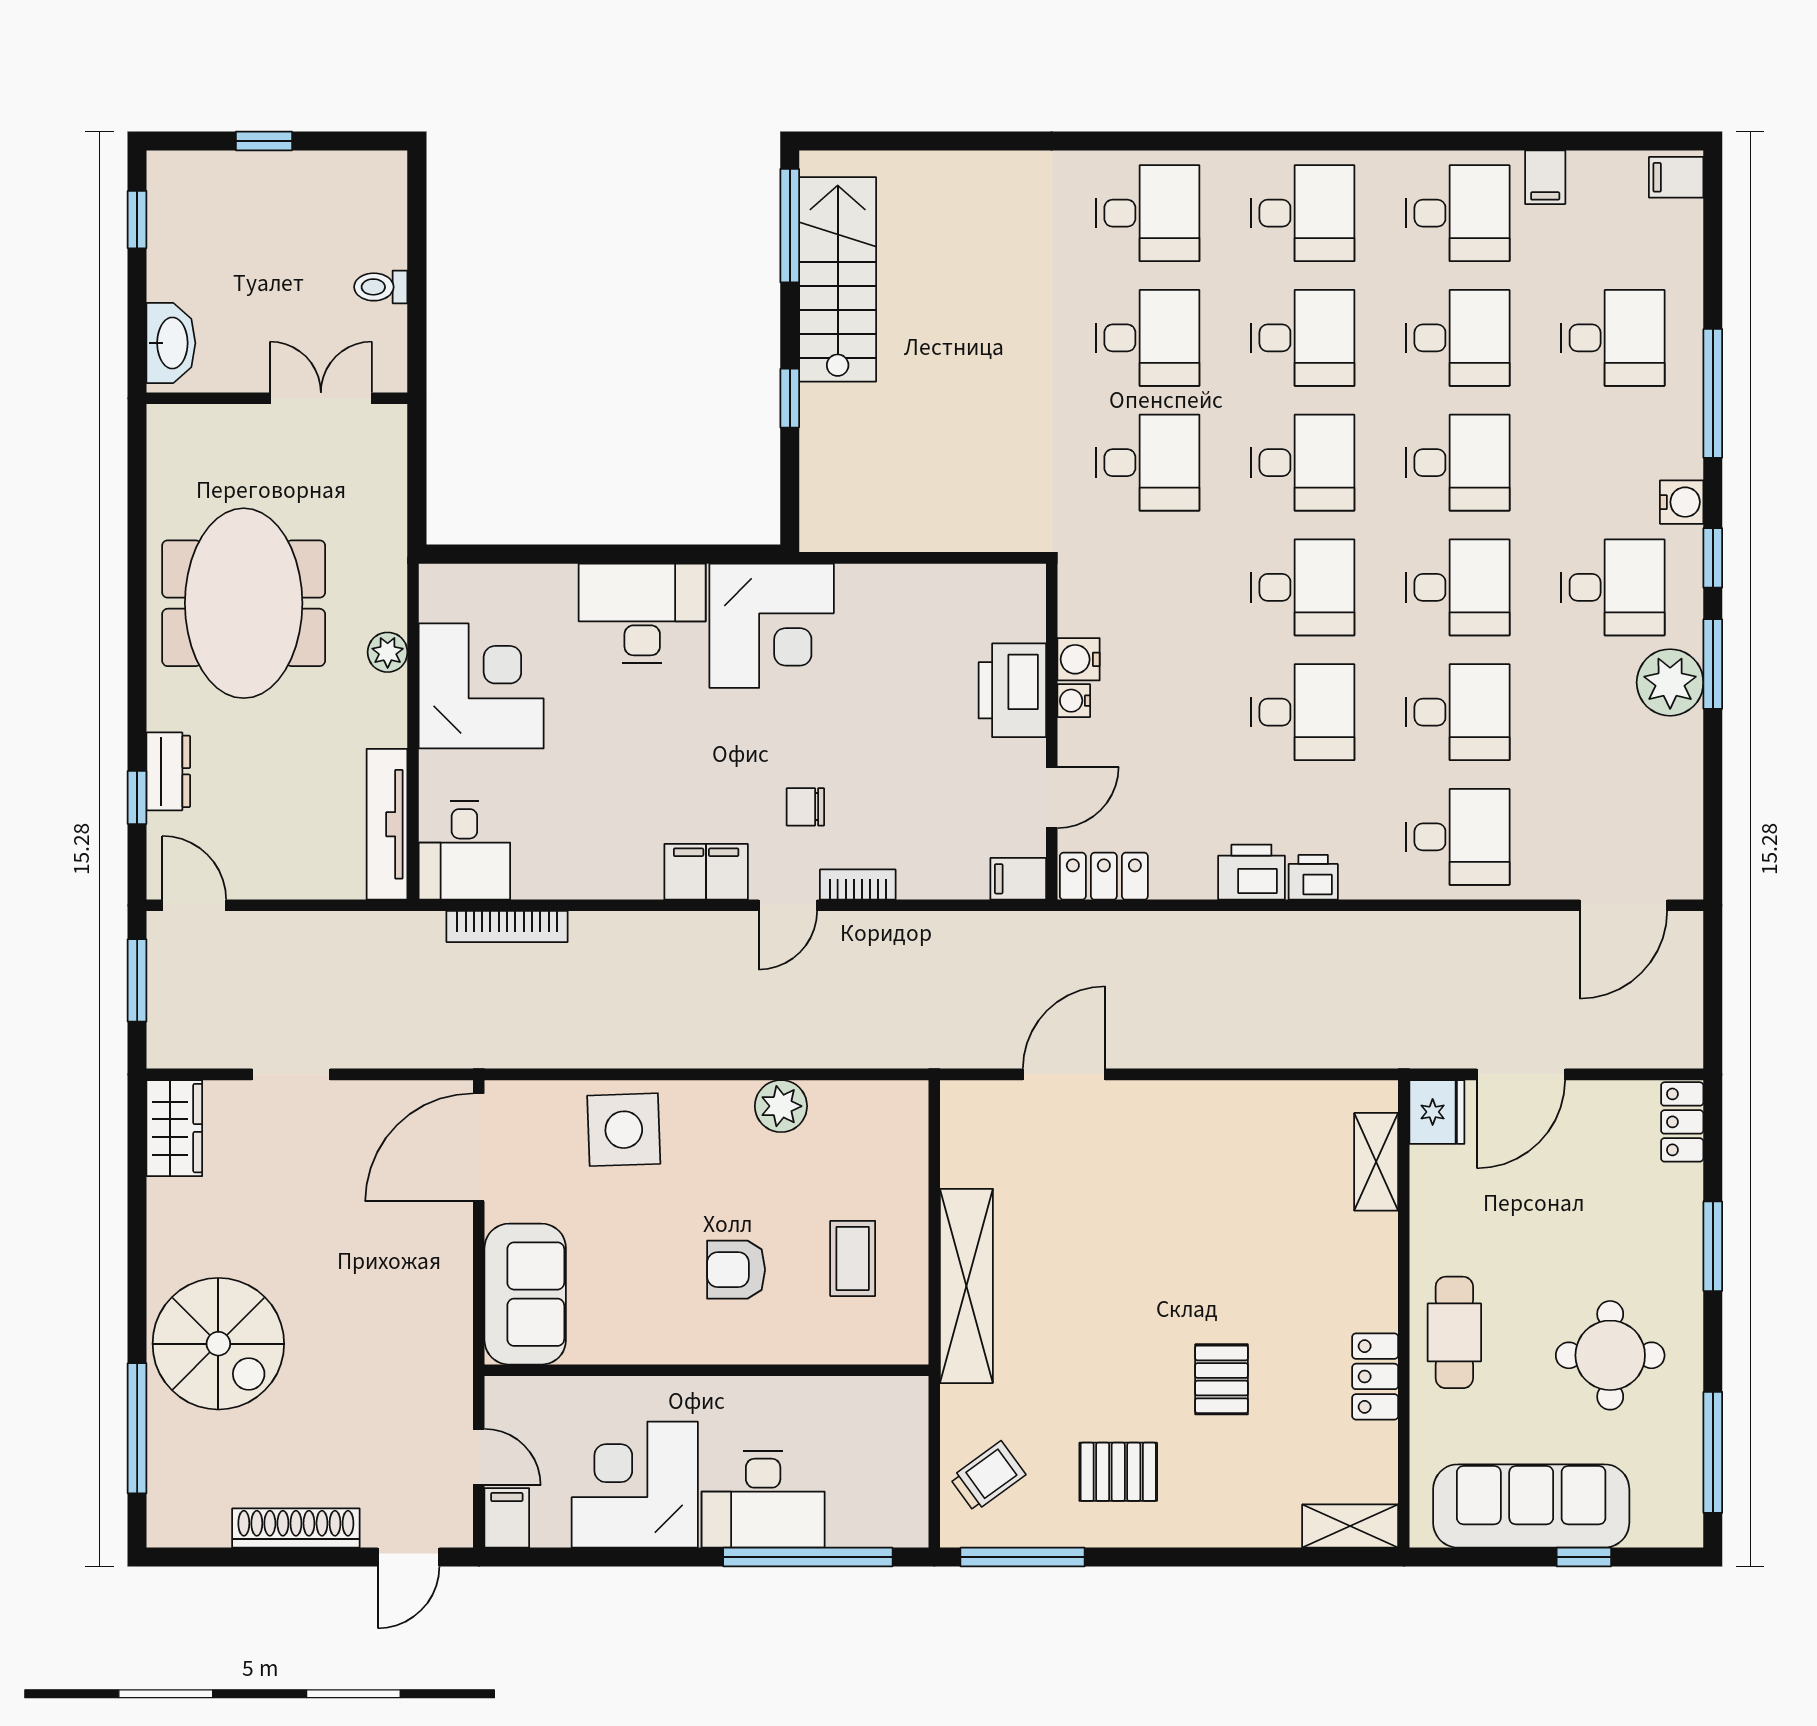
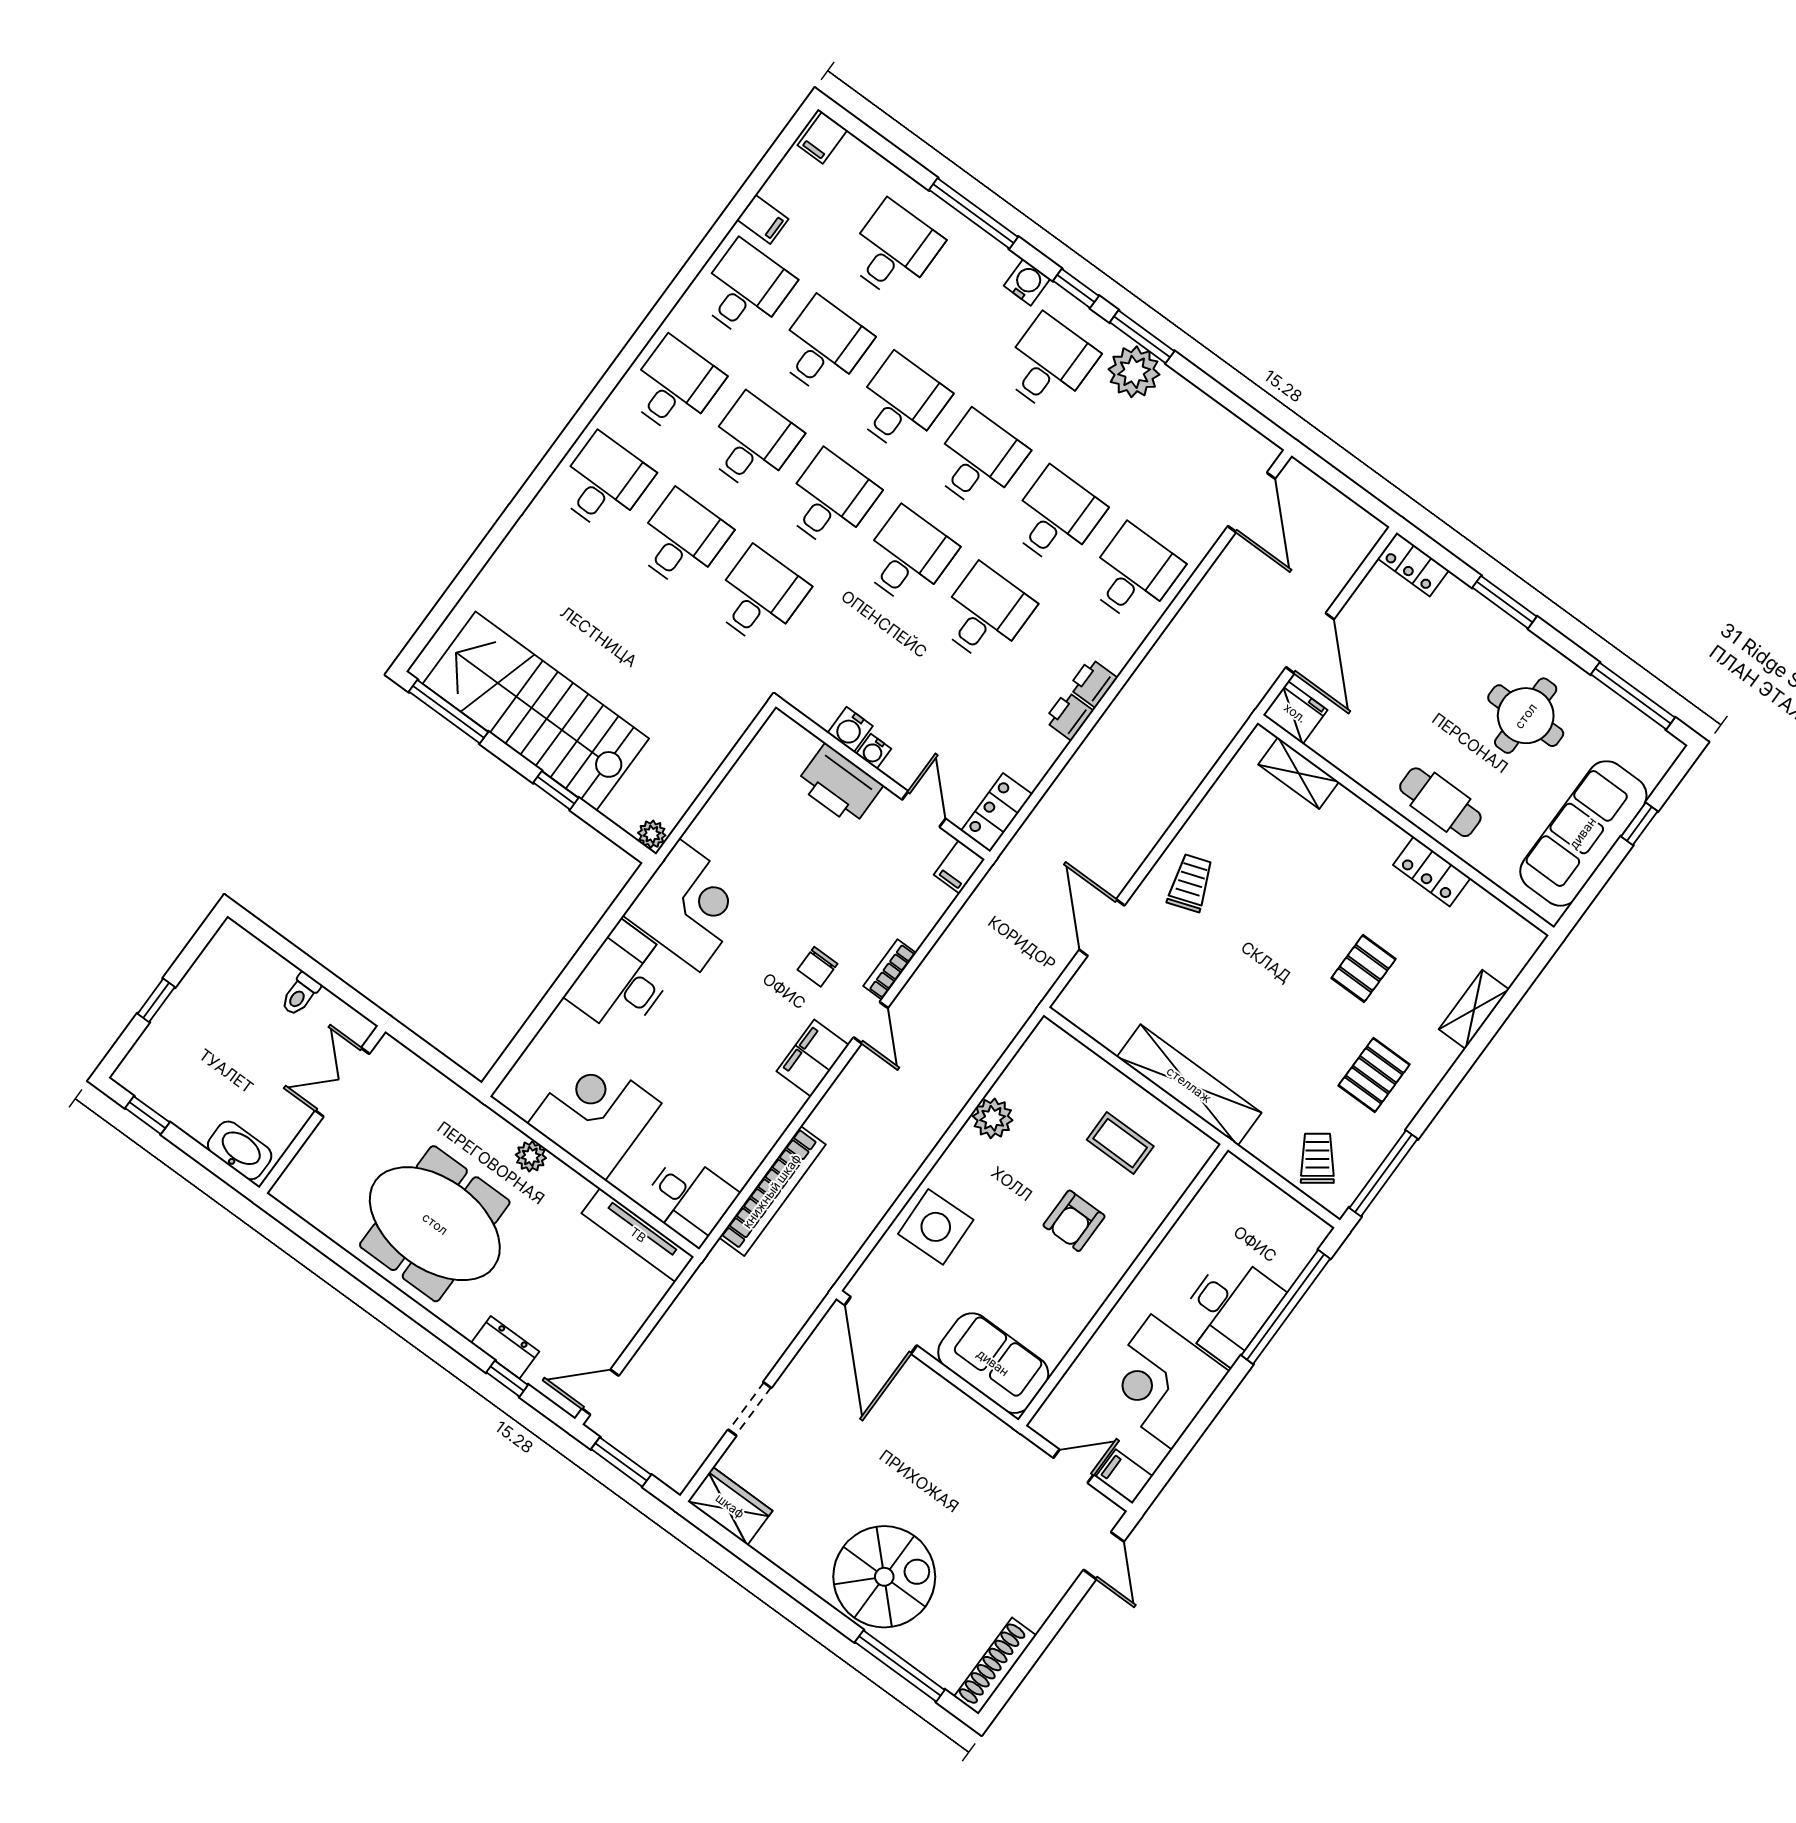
stairs: (838, 279) -> (536, 711), width x1.36, depth x1.51
plant: (817, 532) -> (652, 834), added
printer: (1251, 872) -> (1069, 716), width x0.73, depth x0.81
bookcase: (507, 926) -> (772, 1191), width x1.48, depth x1.31
trolley: (1179, 1133) -> (1190, 883), added
pallet: (1222, 1379) -> (1364, 968), turned 90
shelving: (1350, 1526) -> (1474, 1009), moved
shoe rack: (296, 1528) -> (995, 1666), moved

